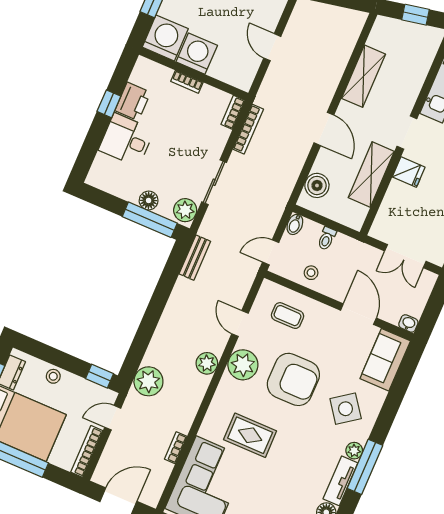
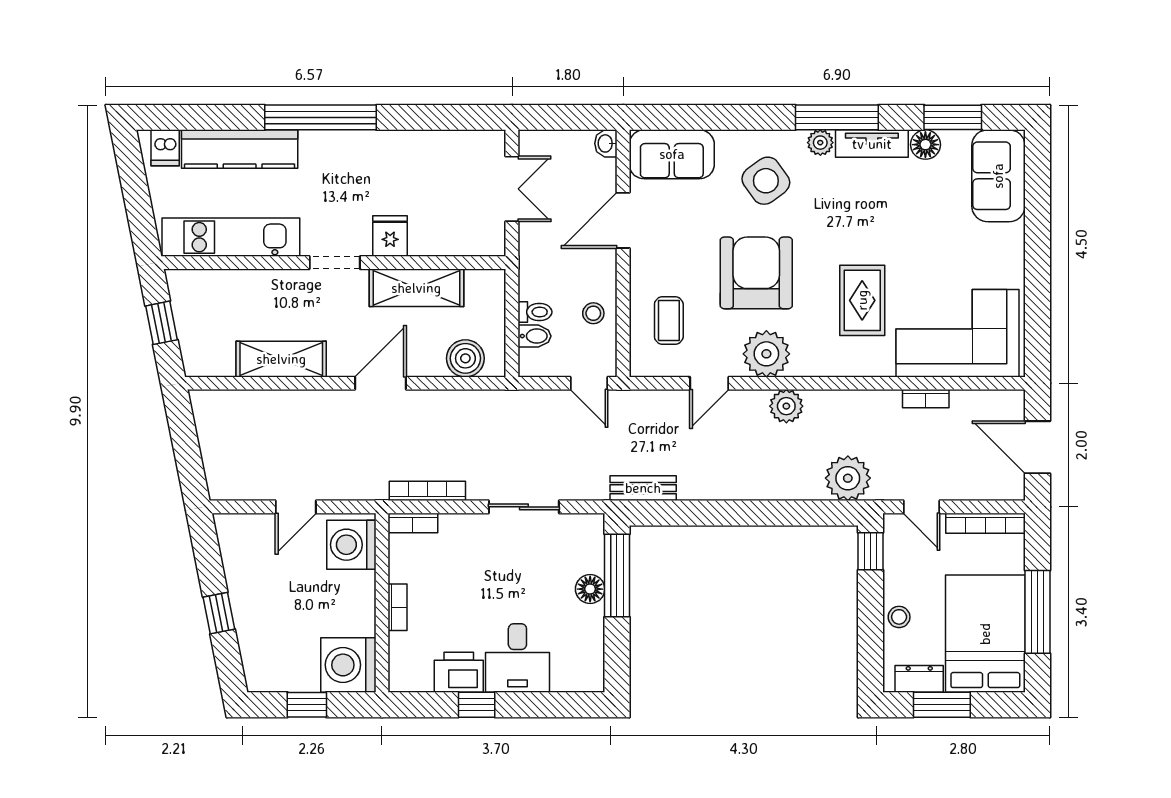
washing machine: (197, 54) -> (351, 545), moved
plant: (185, 210) -> (581, 531), removed
bidet: (295, 224) -> (534, 336), moved

